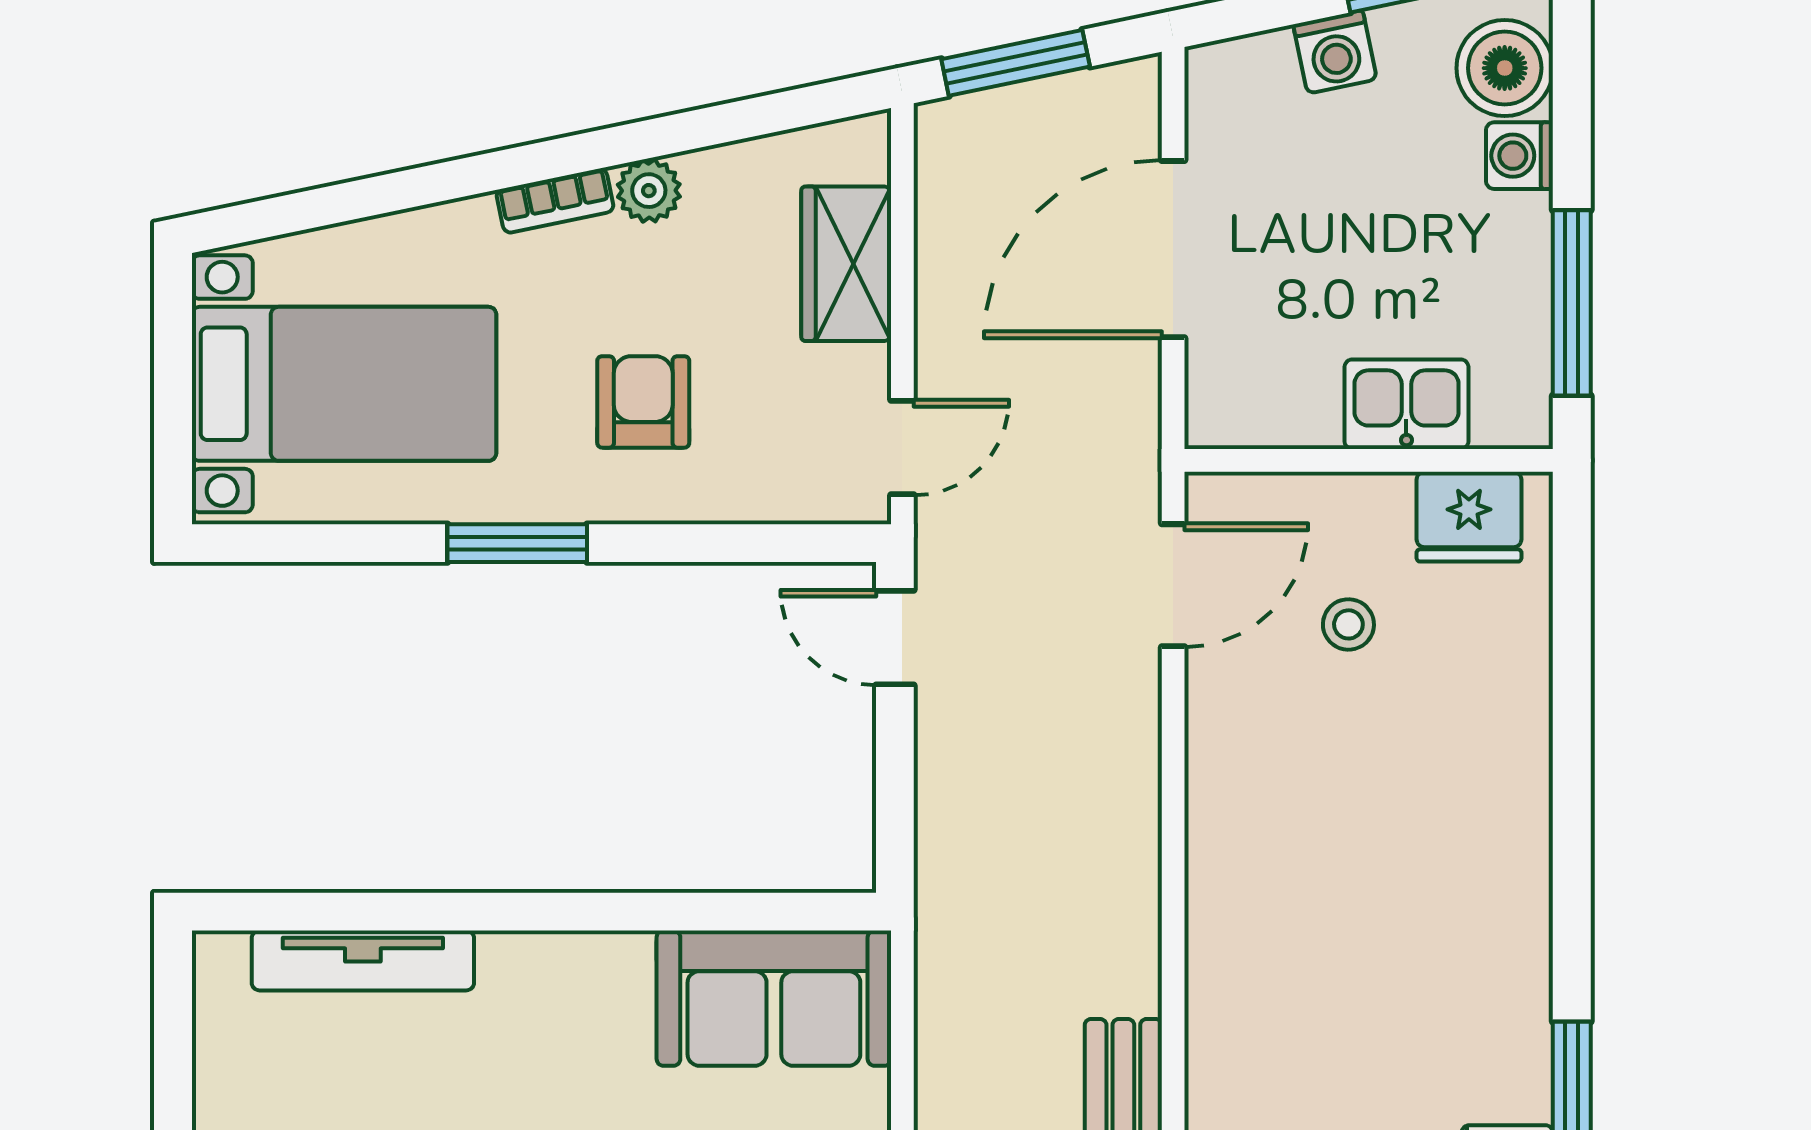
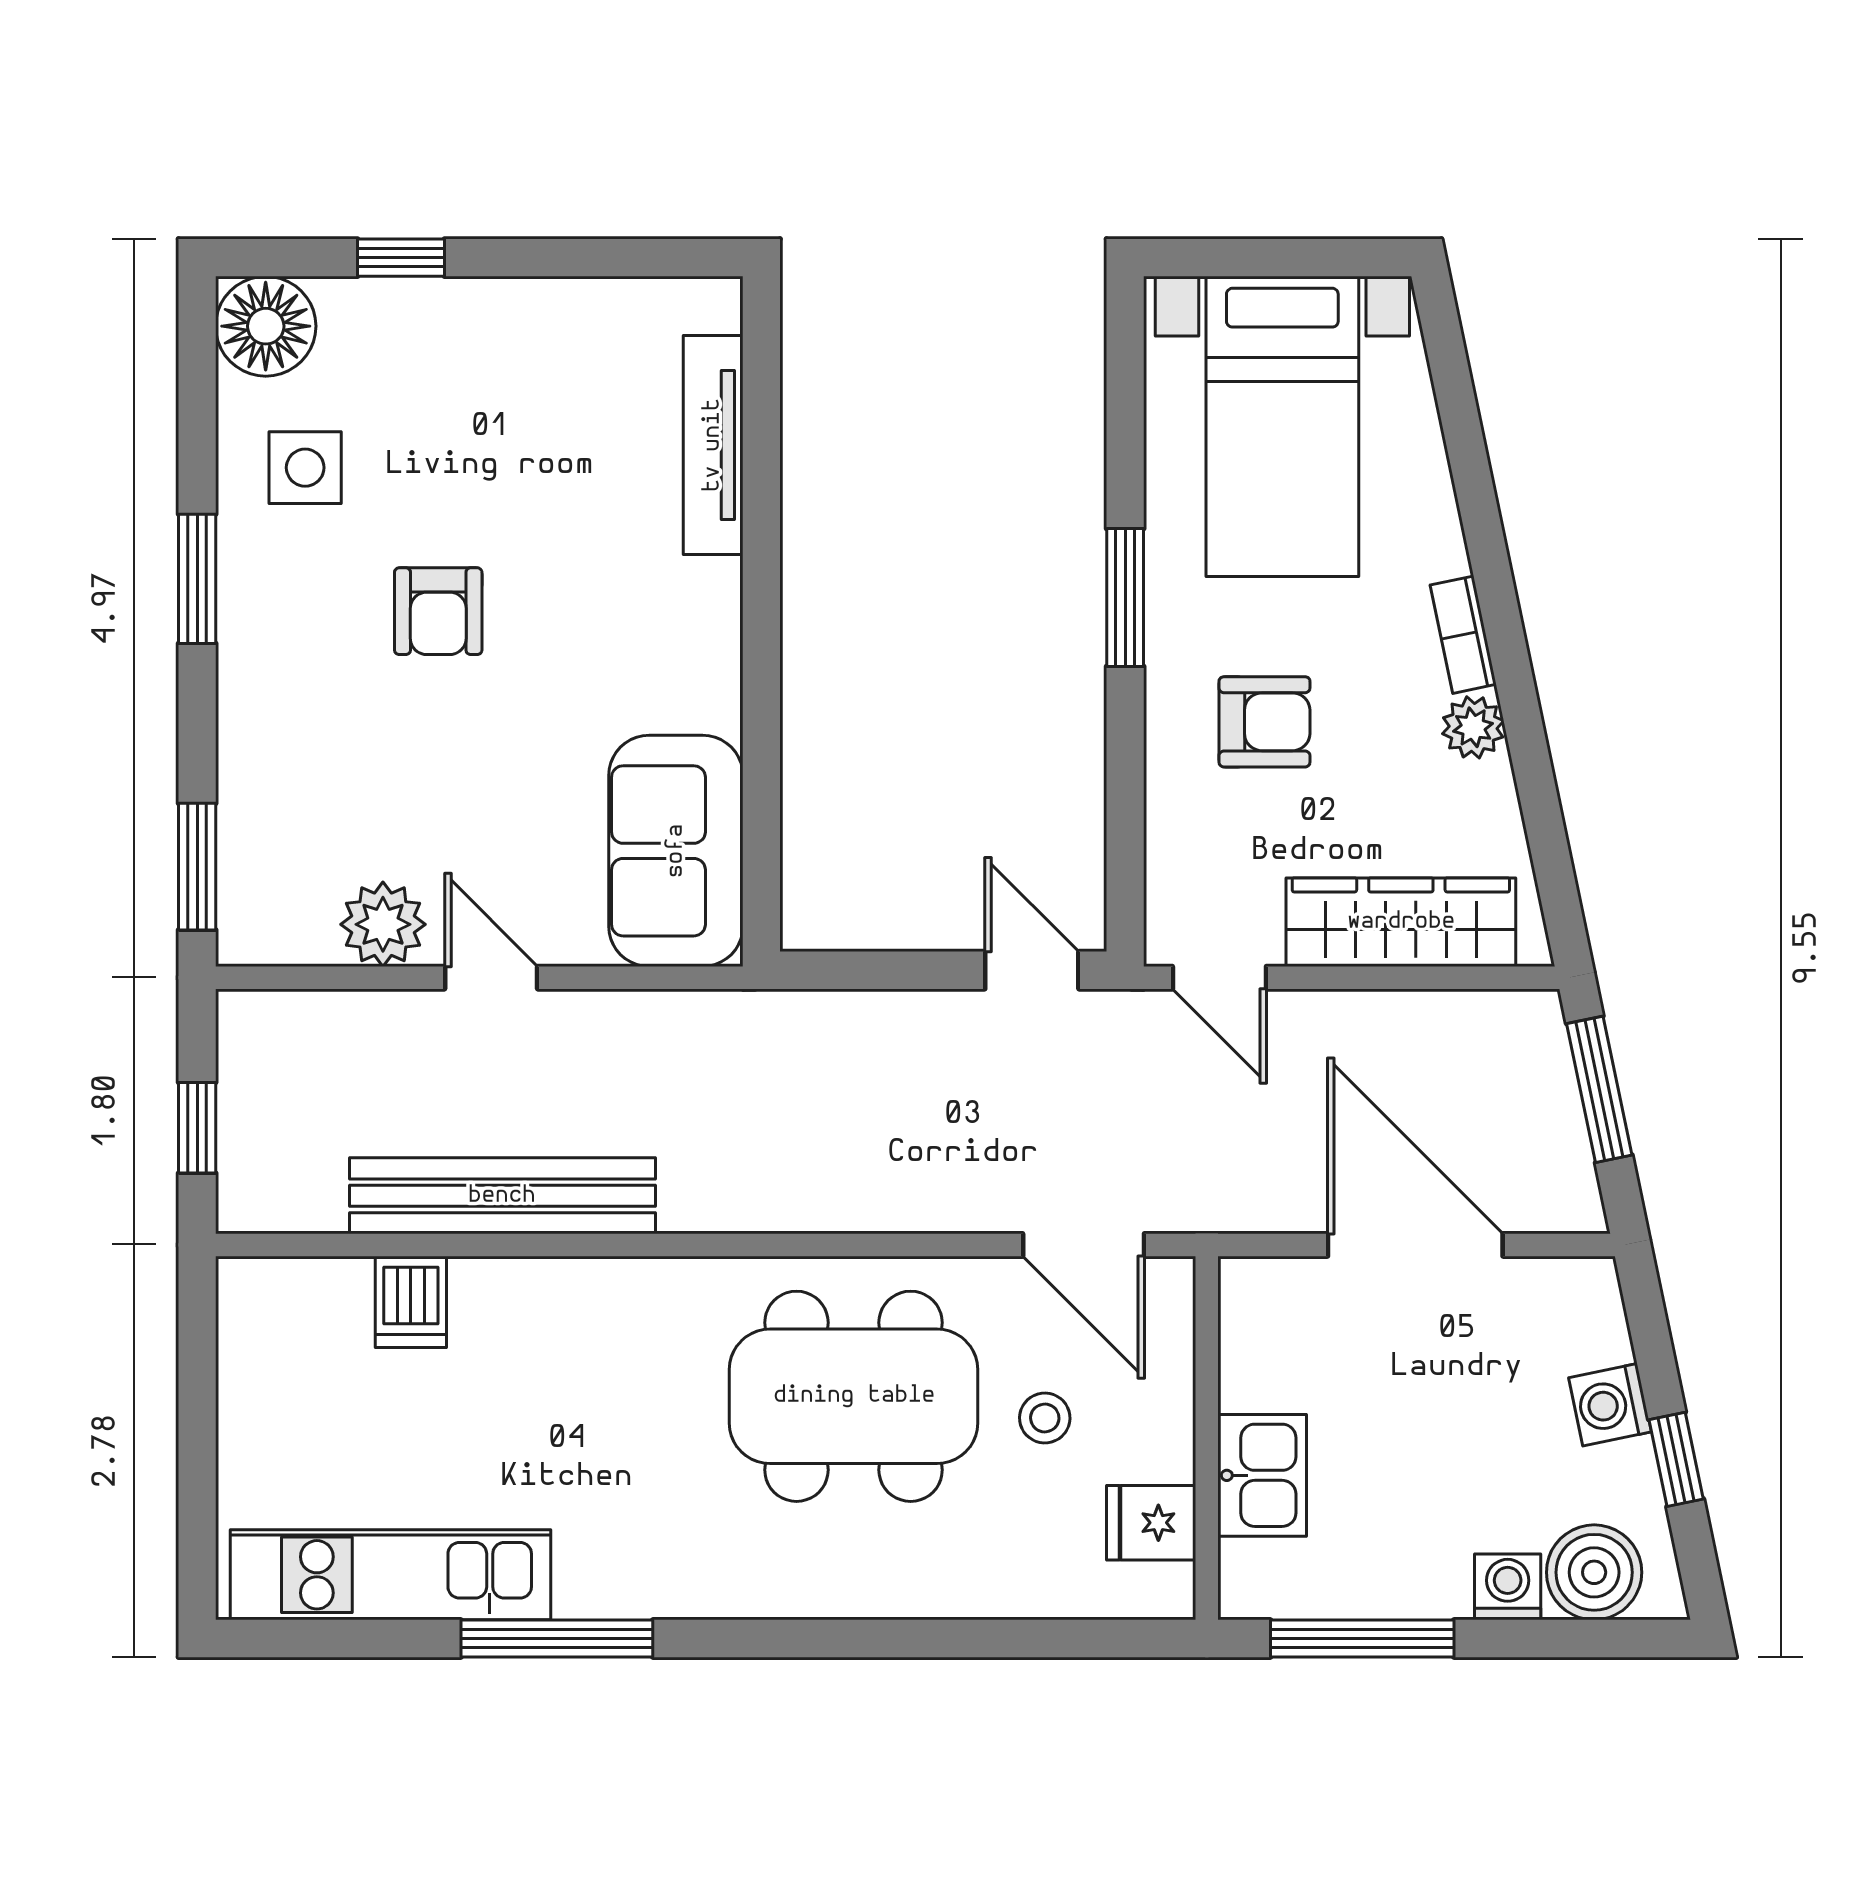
wardrobe: (846, 264) -> (1401, 922), width x1.50
fridge: (1469, 517) -> (1151, 1523), width x0.72
door: (895, 638) -> (1032, 970), hinge flipped
dining table: (1326, 818) -> (854, 1396), added

